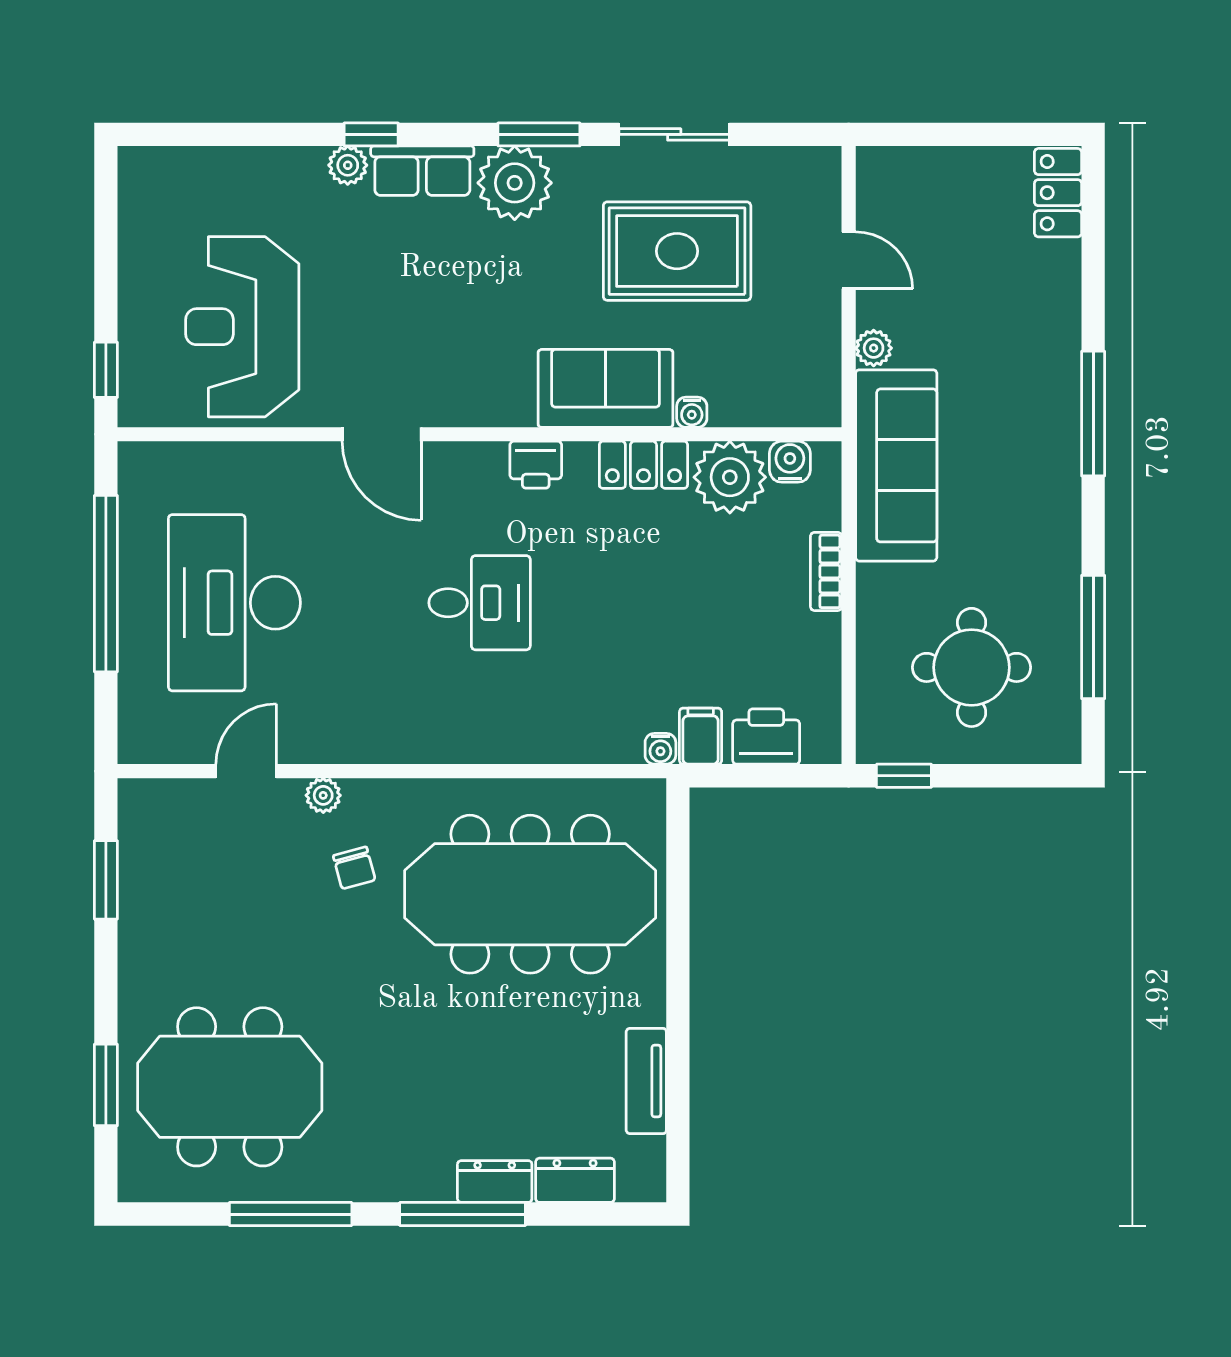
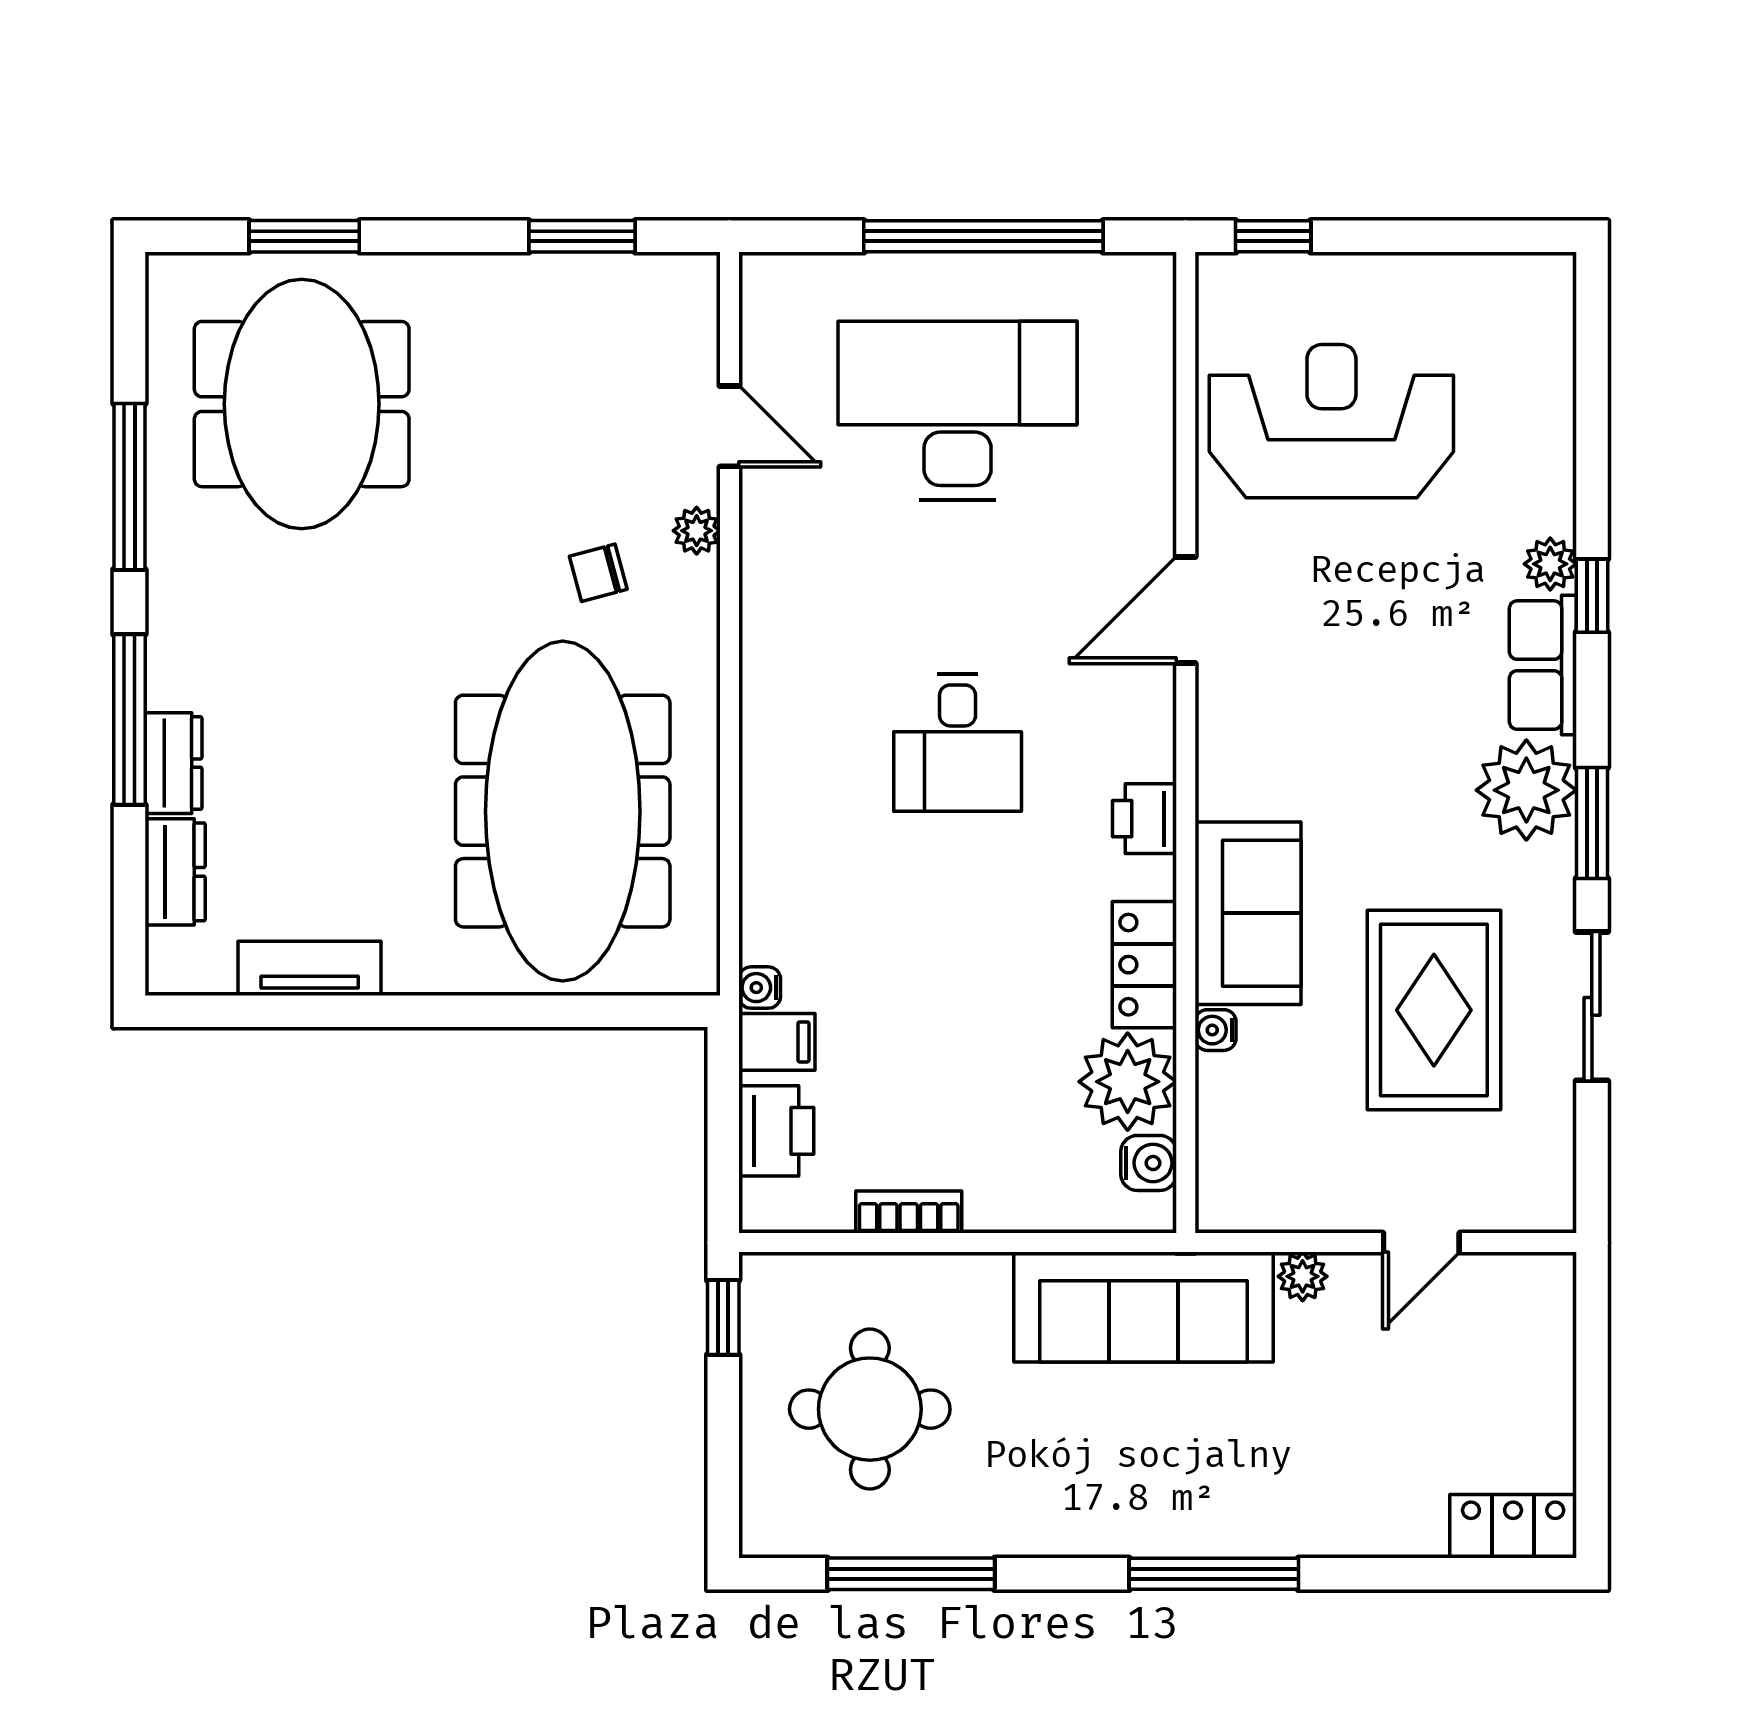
bookcase: (826, 571) -> (909, 1212), moved

